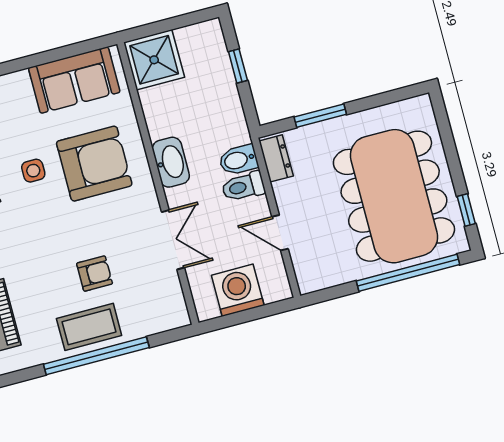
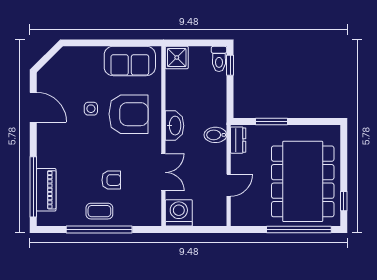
shower: (154, 60) -> (177, 58), width x0.73, depth x0.73
window: (238, 66) -> (230, 65), moved
toilet: (243, 187) -> (219, 59), moved, turned -90
door: (280, 233) -> (229, 185), swing flipped
washing machine: (238, 290) -> (179, 213), moved
coffee table: (89, 327) -> (99, 211), width x0.73, depth x0.77

